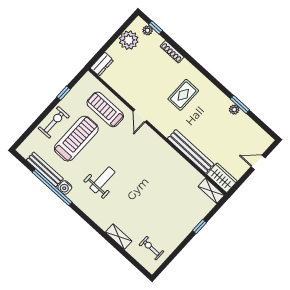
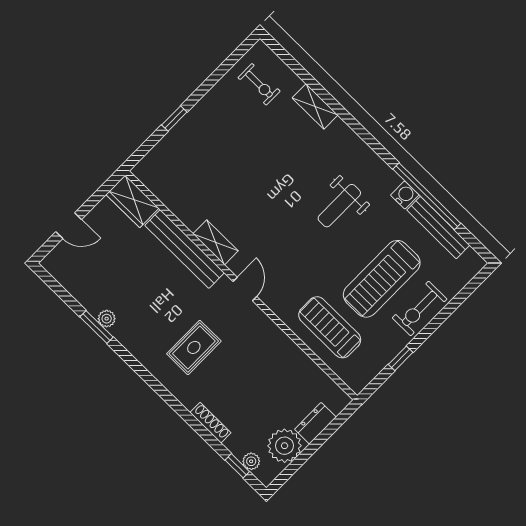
dresser: (102, 64) -> (315, 423), moved
treadmill: (105, 109) -> (330, 327), turned 180
door: (140, 116) -> (245, 289), moved
shelving: (211, 191) -> (216, 242), moved

